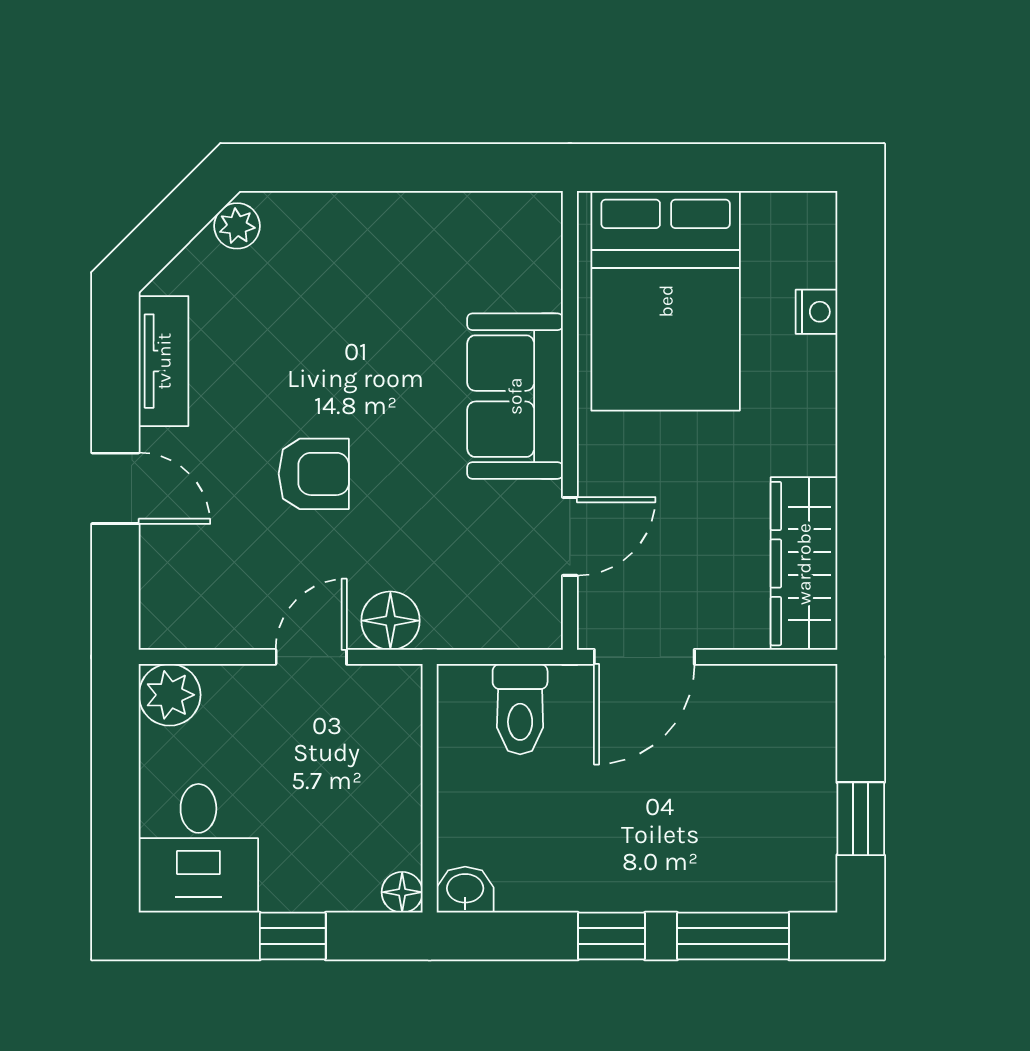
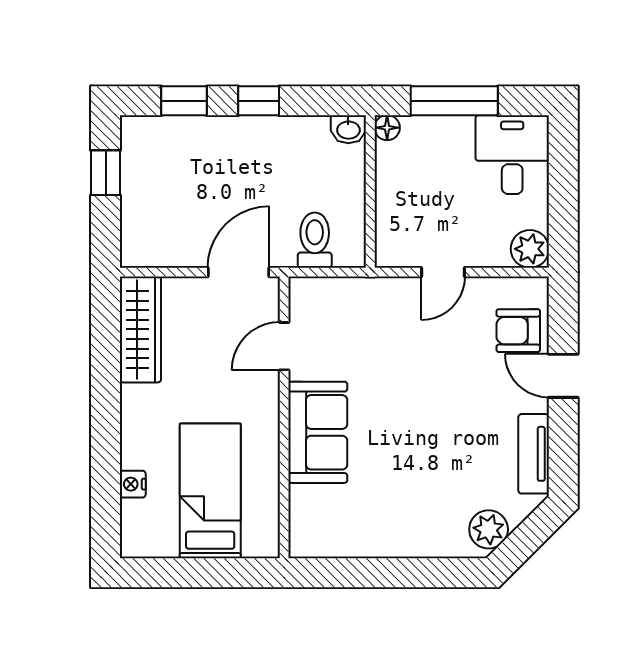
plant: (237, 226) -> (489, 529), width x1.38, depth x1.38
bed: (666, 301) -> (210, 491), width x0.67
armchair: (314, 474) -> (518, 331), moved
floor lamp: (390, 621) -> (394, 294), removed
window: (293, 936) -> (454, 101), width x2.17
window: (733, 936) -> (184, 101), width x0.67

